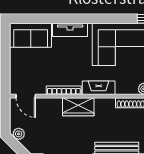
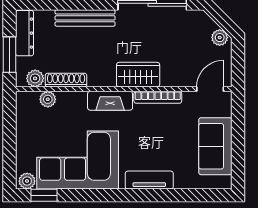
sofa: (31, 35) -> (215, 146), moved, turned -90
door: (26, 96) -> (210, 89), hinge flipped

